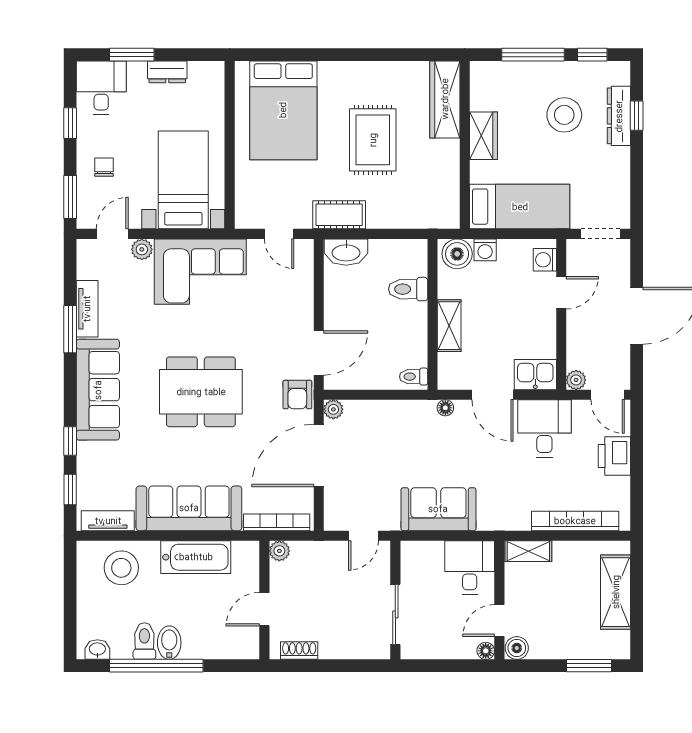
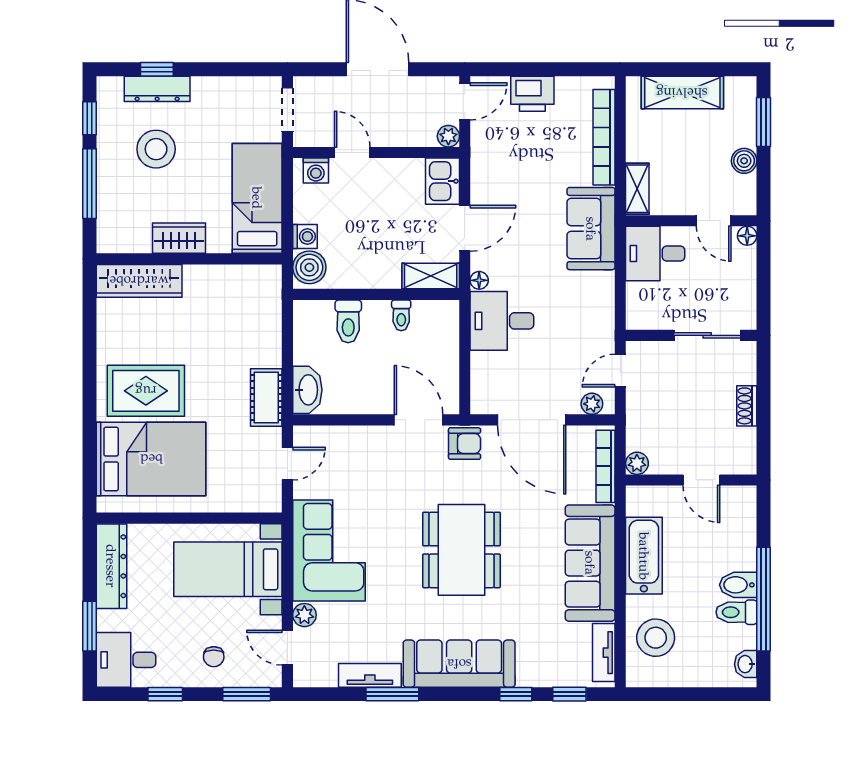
dresser: (167, 72) -> (111, 566), width x1.96, depth x1.24
rug: (373, 140) -> (146, 391), moved
chair: (104, 167) -> (214, 657), turned -90
shelving: (449, 326) -> (431, 276), moved
toilet: (414, 377) -> (401, 315), moved
plant: (333, 409) -> (592, 404), moved
desk: (544, 428) -> (502, 321), moved
sofa: (438, 509) -> (591, 229), moved
door: (363, 536) -> (620, 371), swing flipped
boiler: (517, 648) -> (744, 161), moved
shoe rack: (299, 651) -> (747, 406), moved

